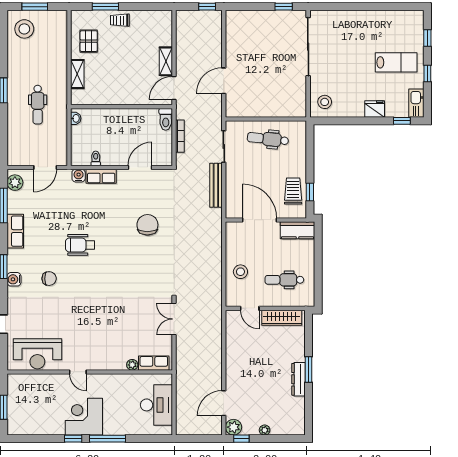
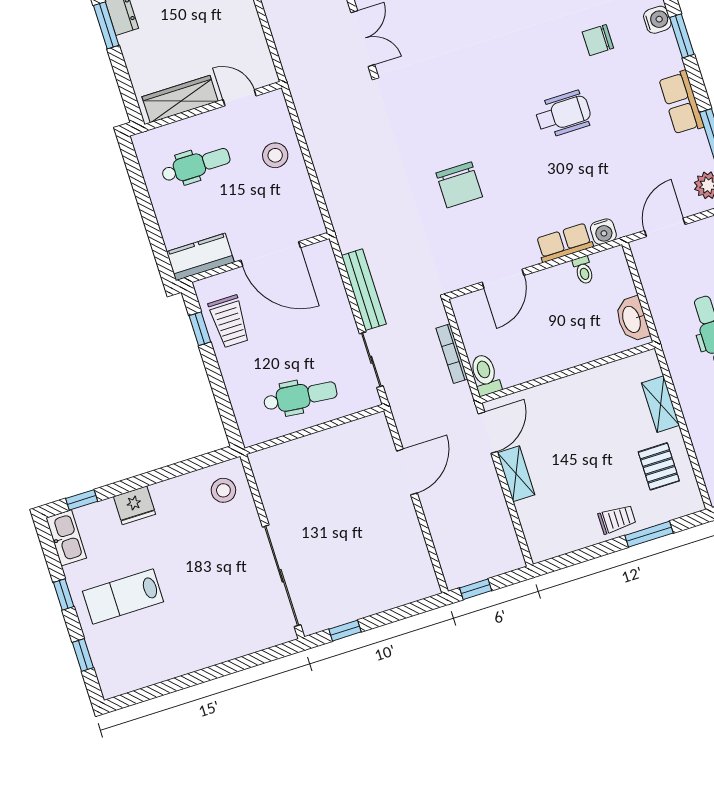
washbasin: (76, 118) -> (632, 319), width x1.91, depth x1.45

